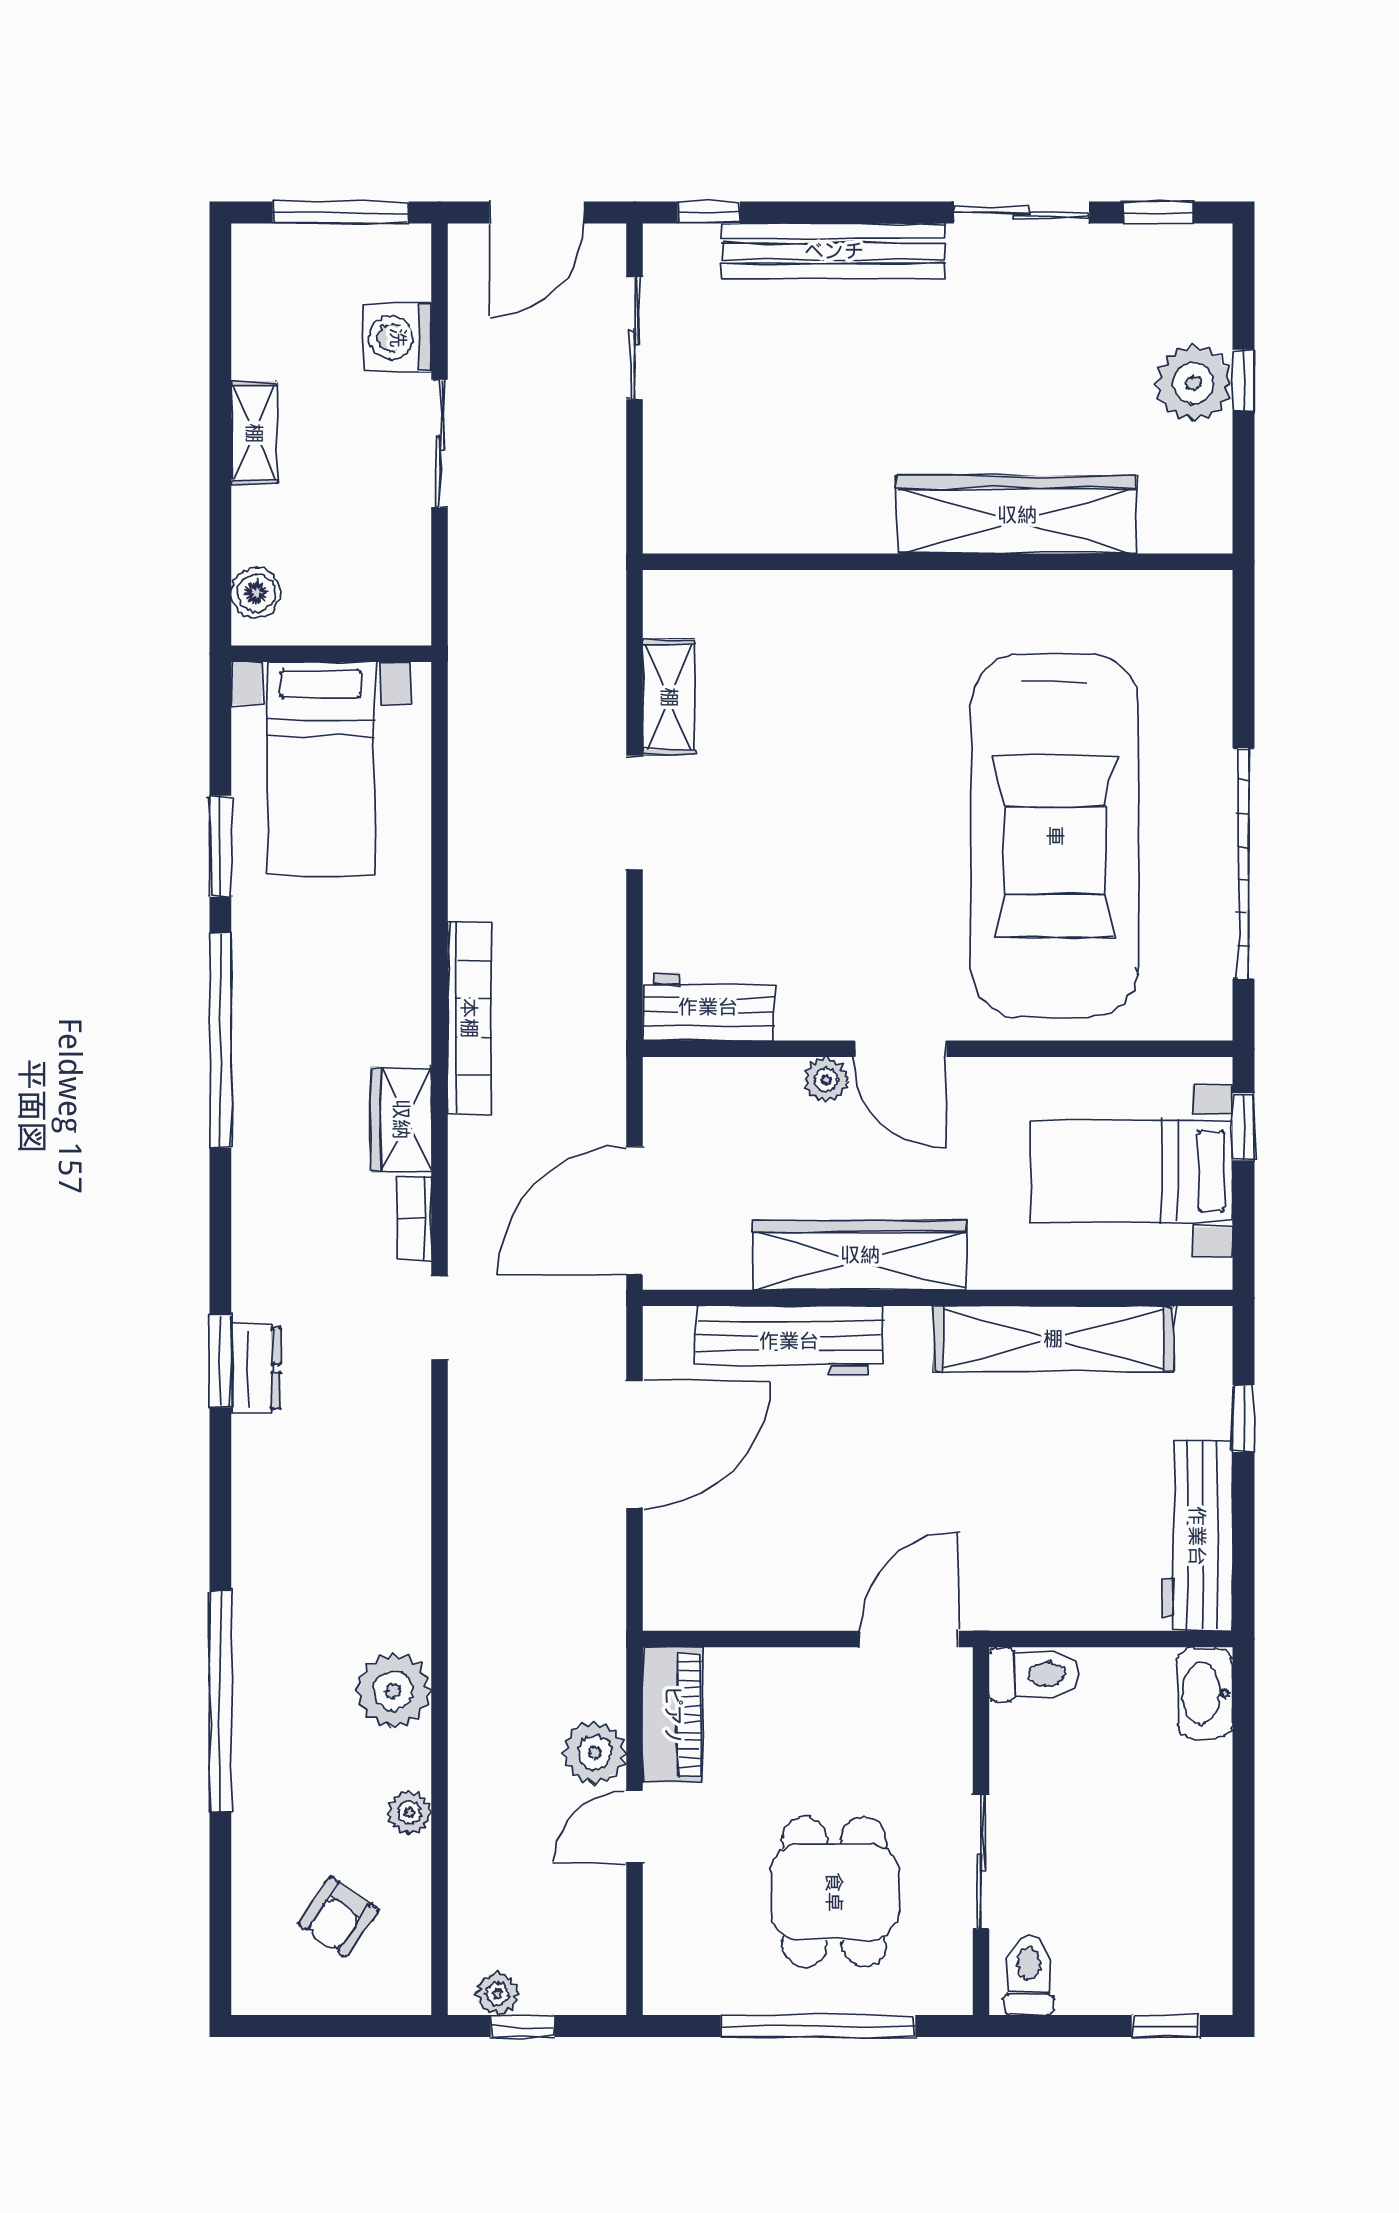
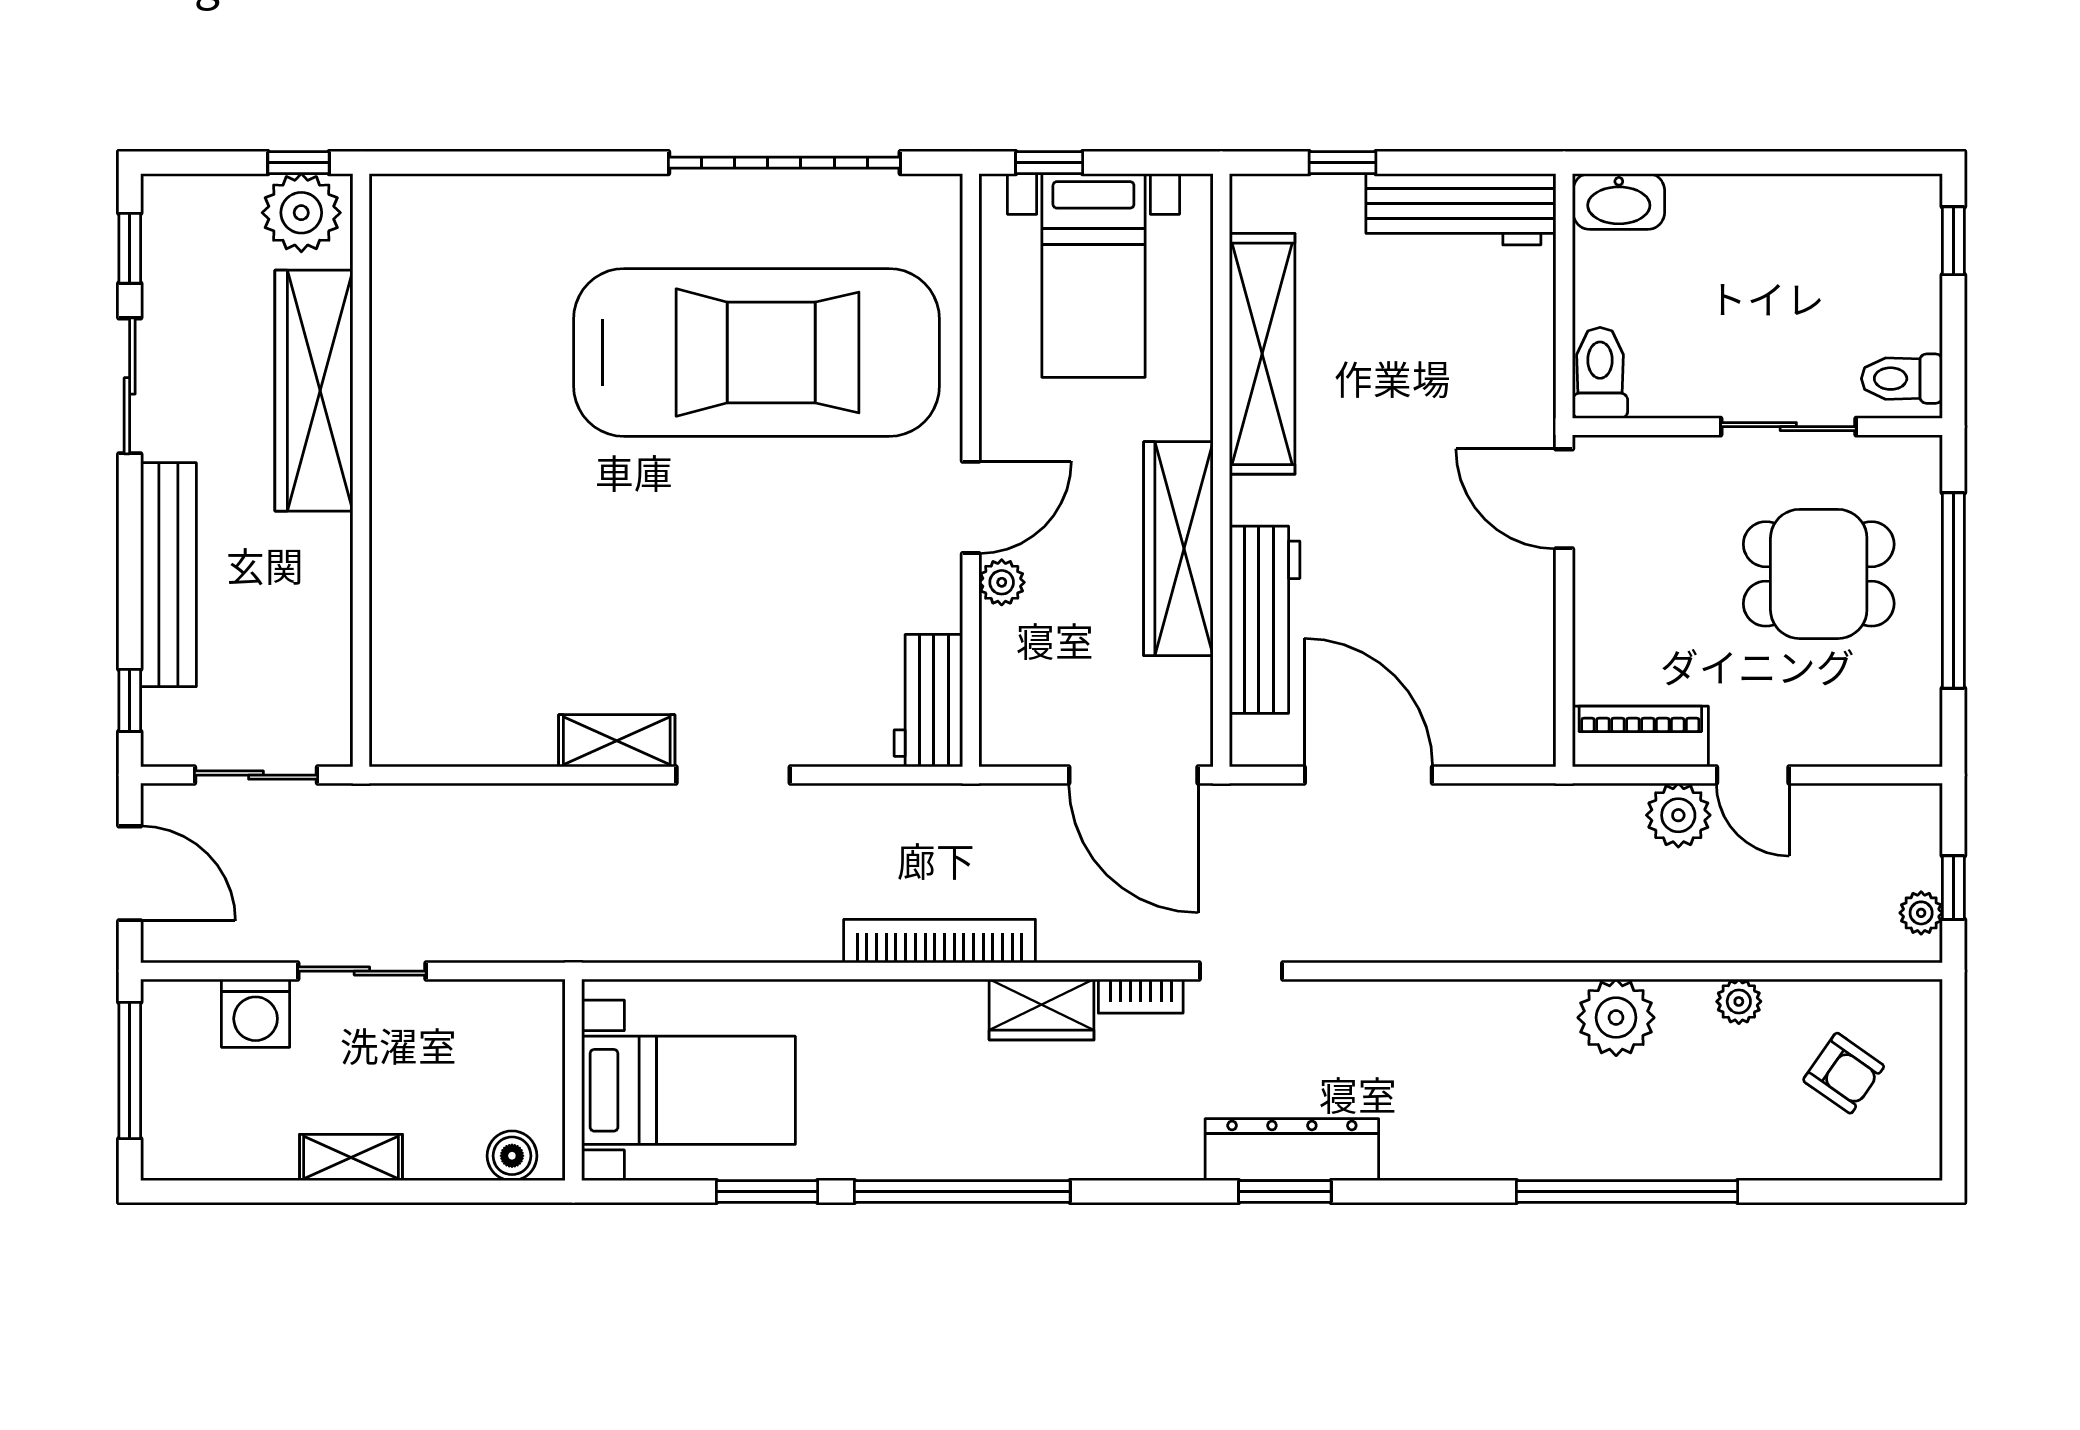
wardrobe: (1017, 515) -> (314, 391), moved
wall: (938, 562) -> (361, 470), moved
dresser: (256, 1368) -> (1292, 1150), width x1.96, depth x1.24

